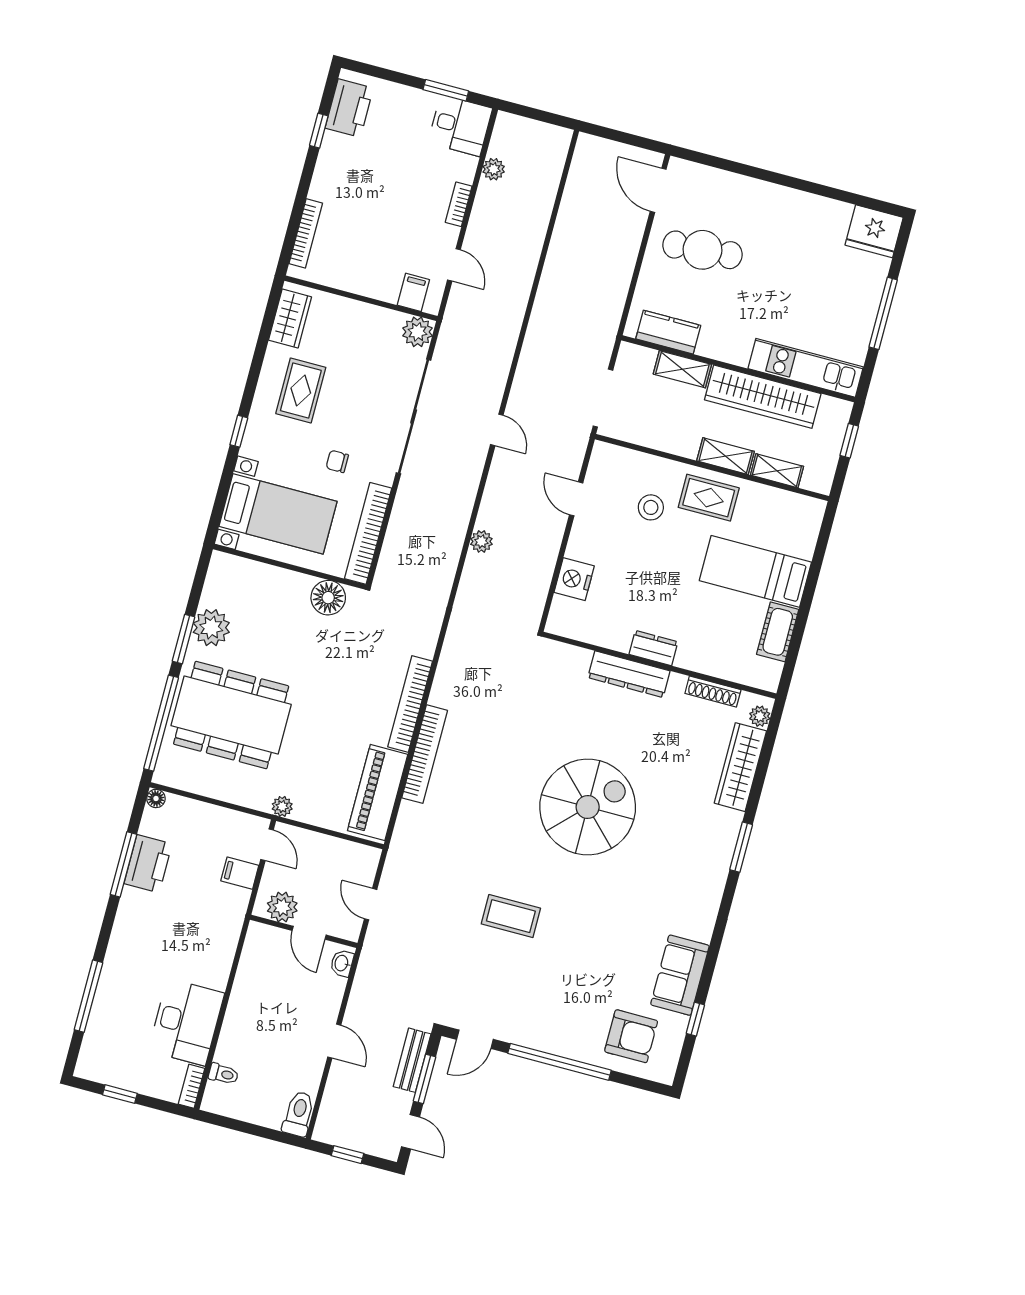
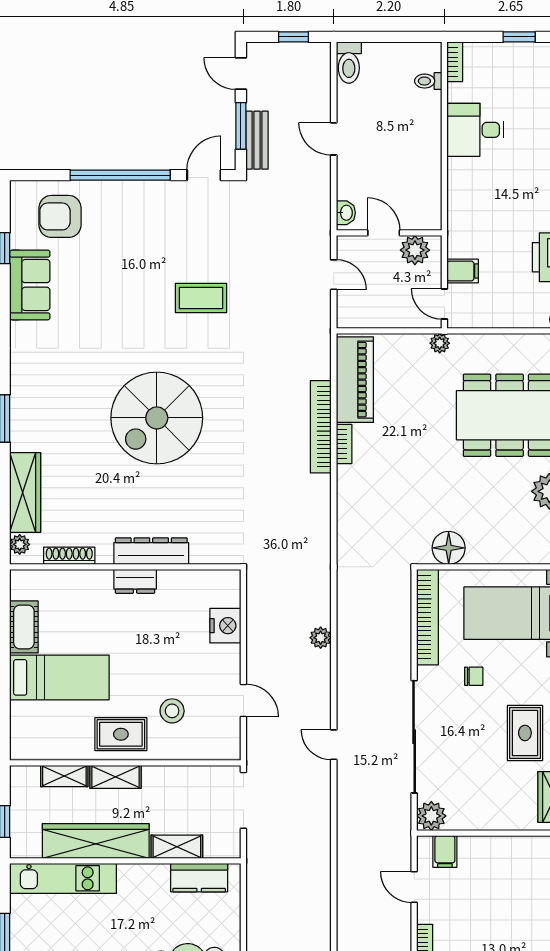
bookcase: (410, 704) -> (344, 444), width x0.43, depth x0.76
desk: (186, 1022) -> (475, 130), width x0.73

